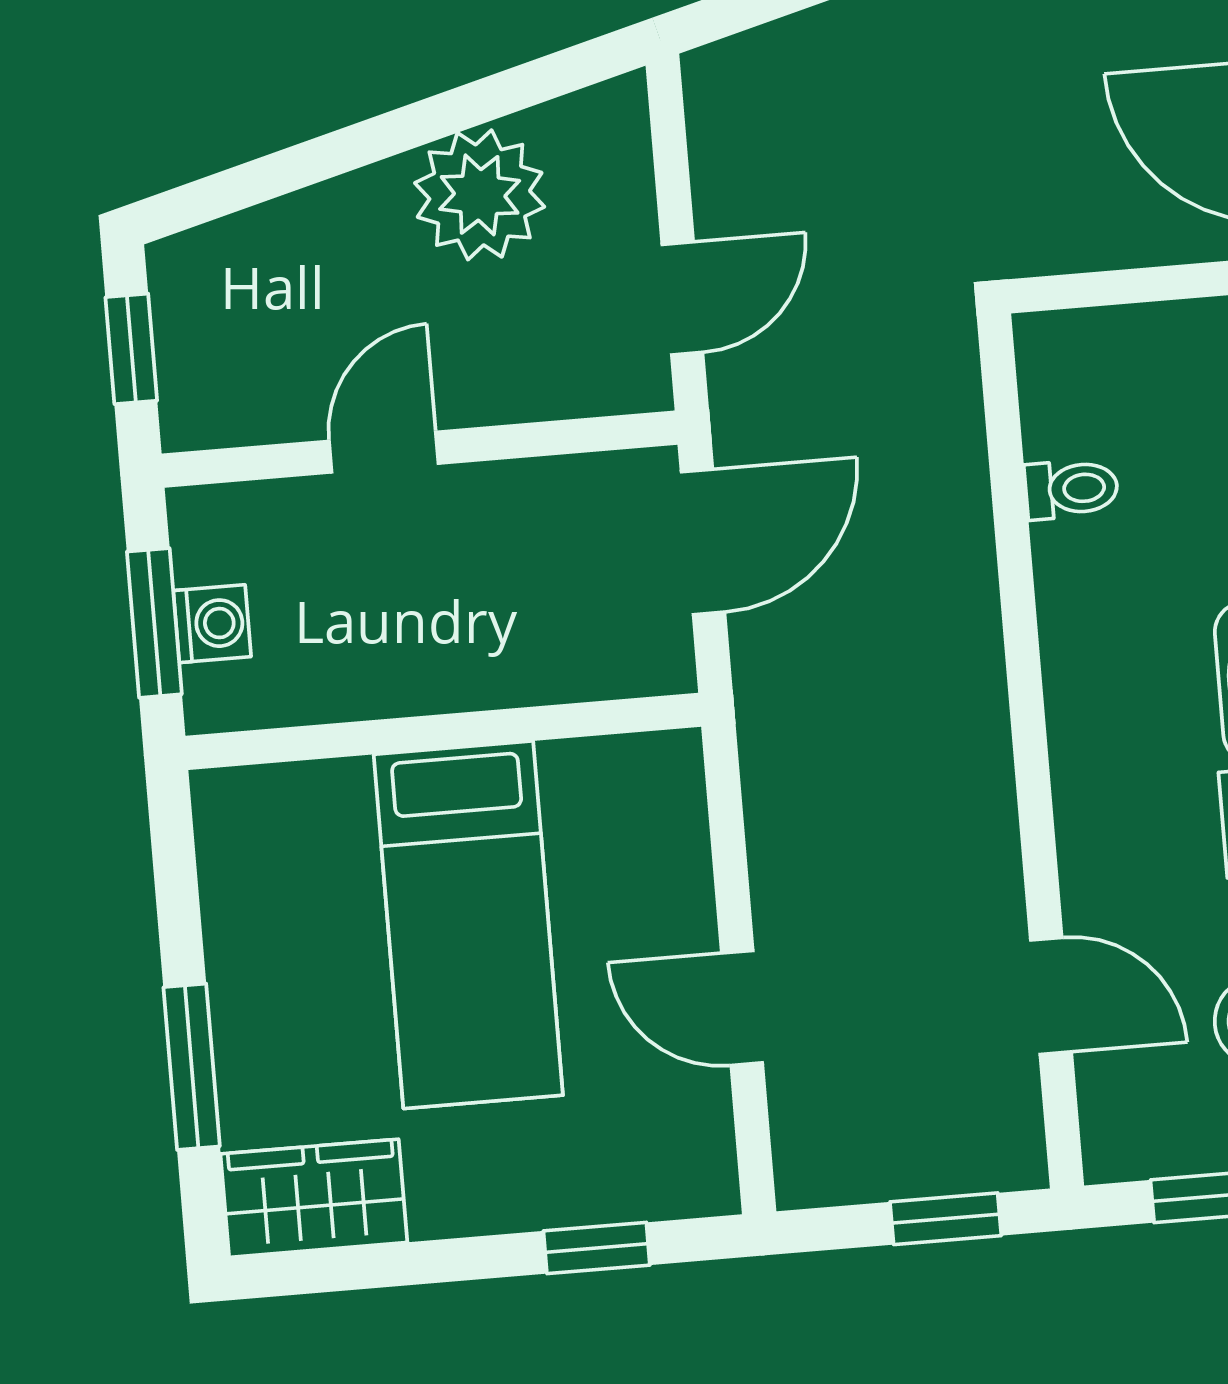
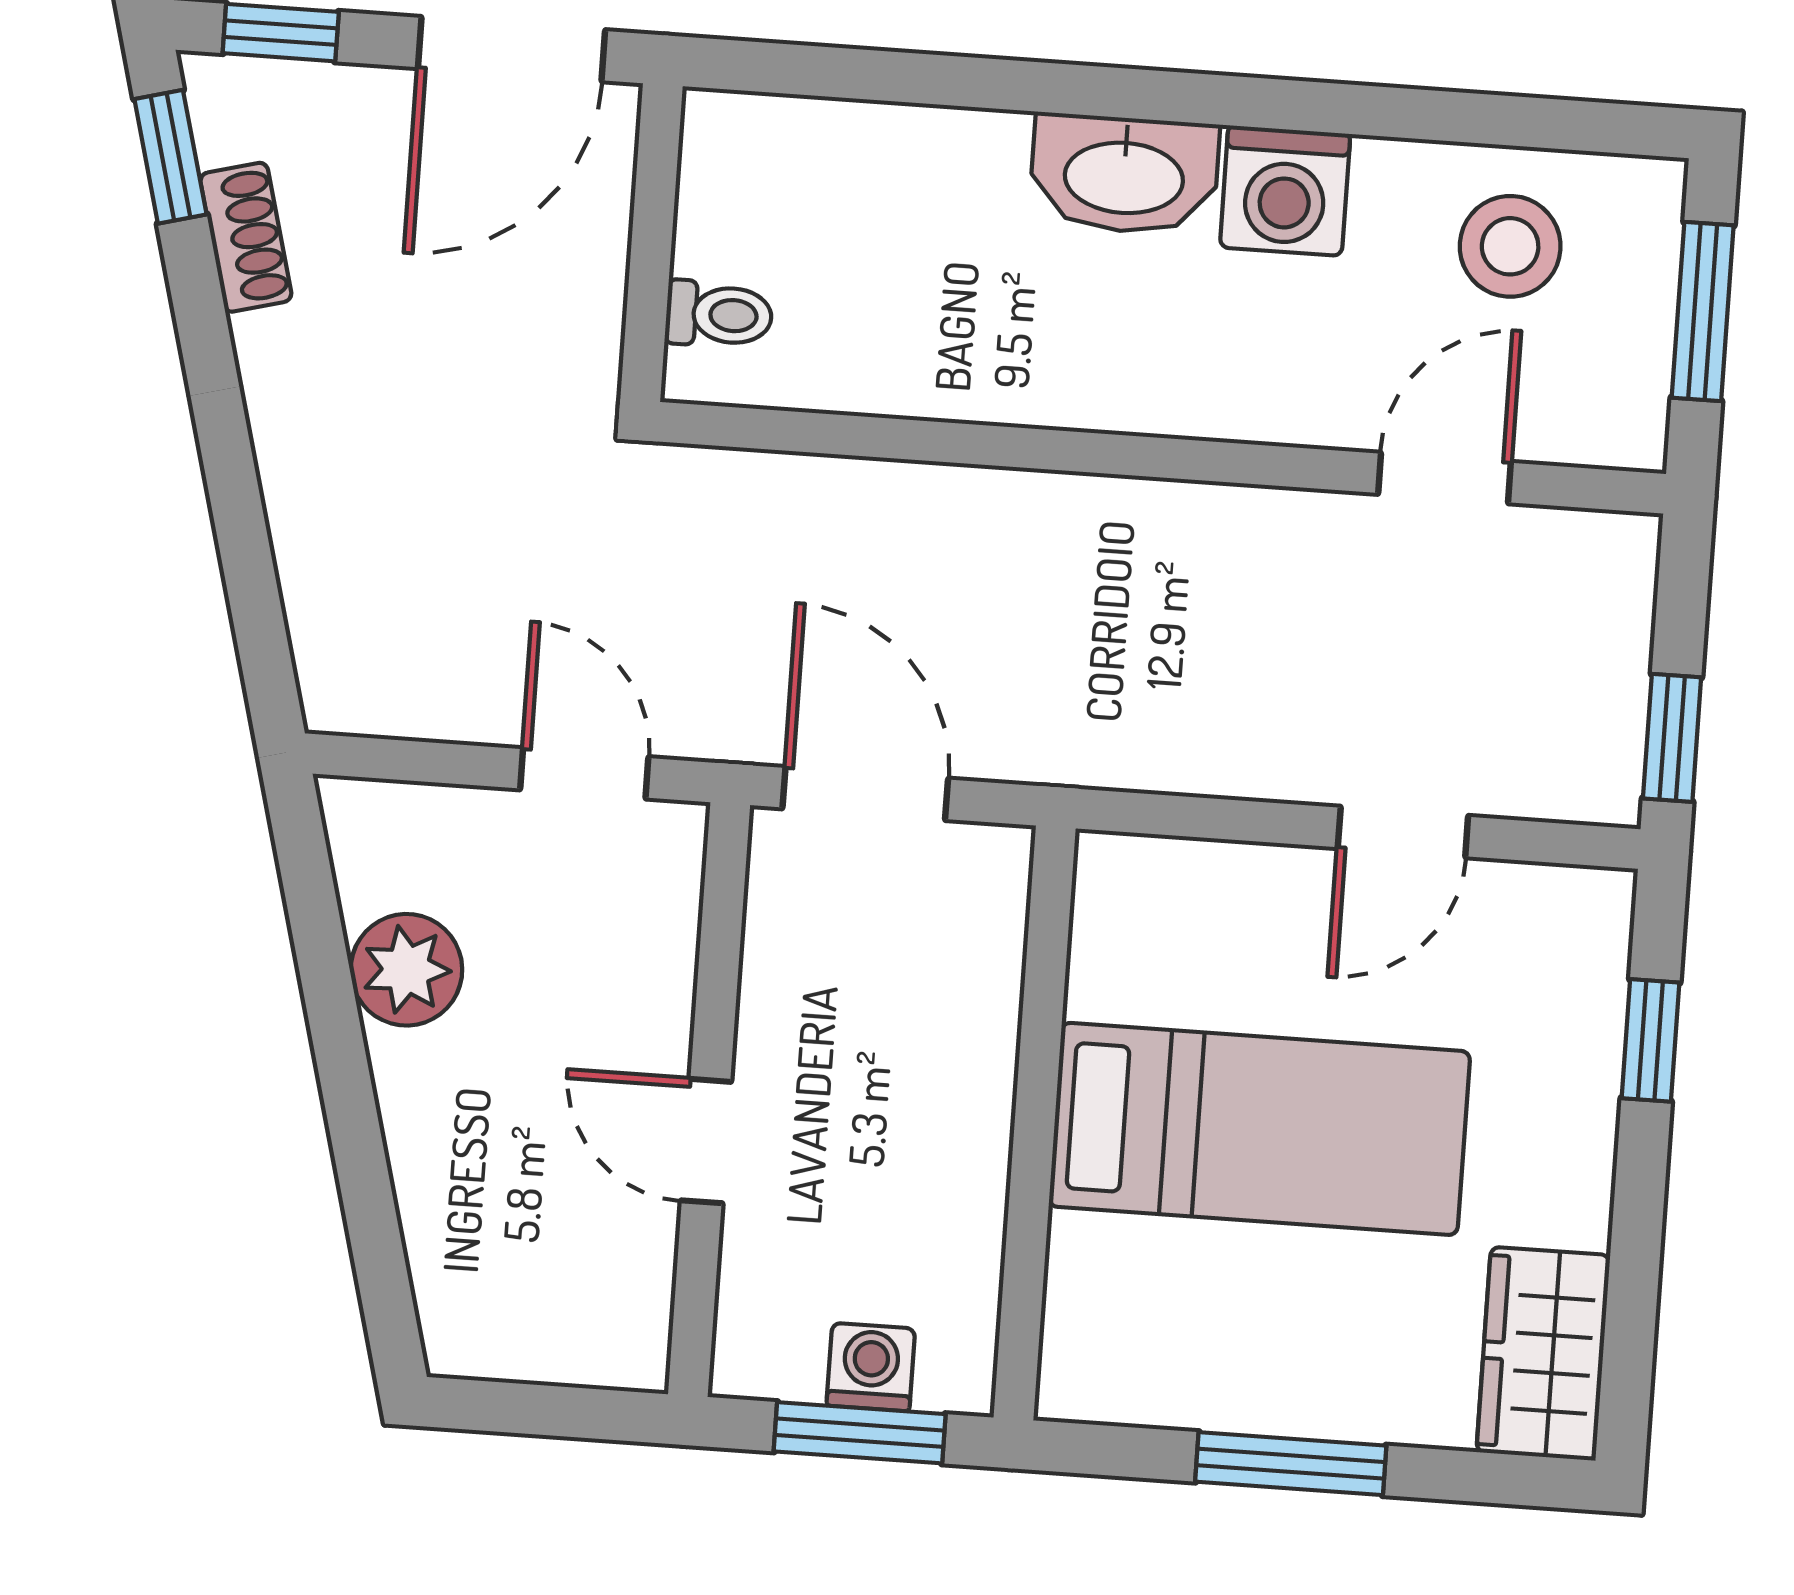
plant: (480, 195) -> (406, 970), width x0.73, depth x0.73
window: (131, 349) -> (543, 1410), removed
toilet: (1071, 489) -> (719, 315), moved, turned 90
window: (192, 1067) -> (1291, 1464), moved
window: (946, 1219) -> (1672, 738), moved

